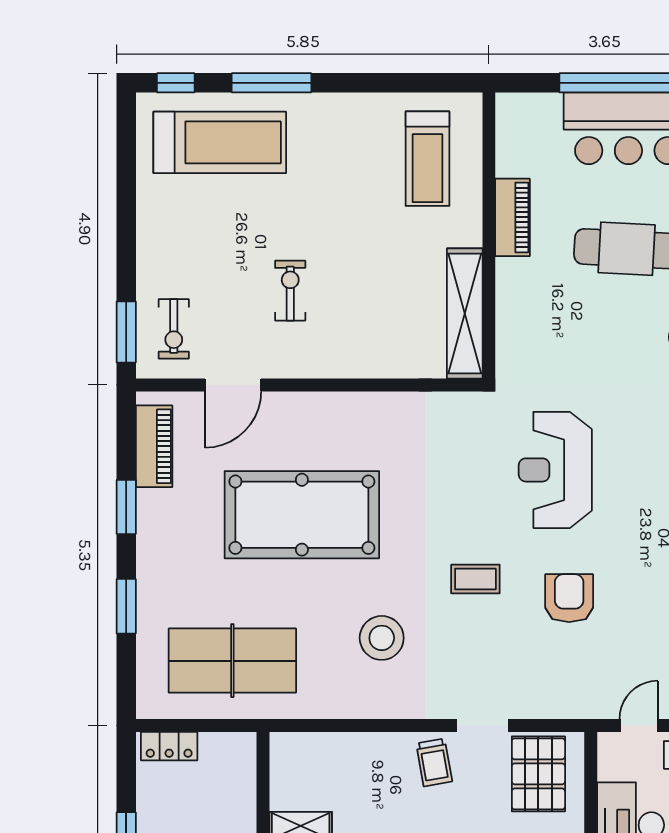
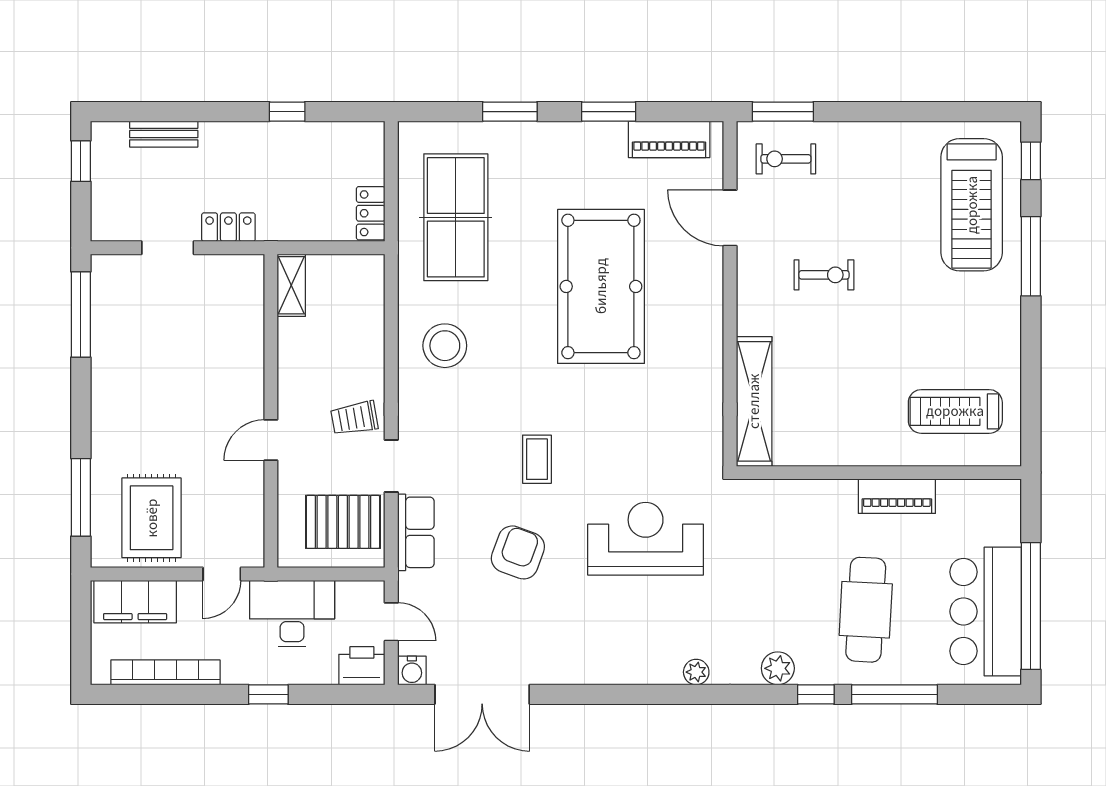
shelving: (465, 313) -> (754, 401), moved, turned 90
armchair: (569, 598) -> (518, 552), turned -70
stool: (382, 638) -> (445, 346), moved
row of seats: (549, 701) -> (416, 532), added
locker: (169, 746) -> (371, 213), moved

